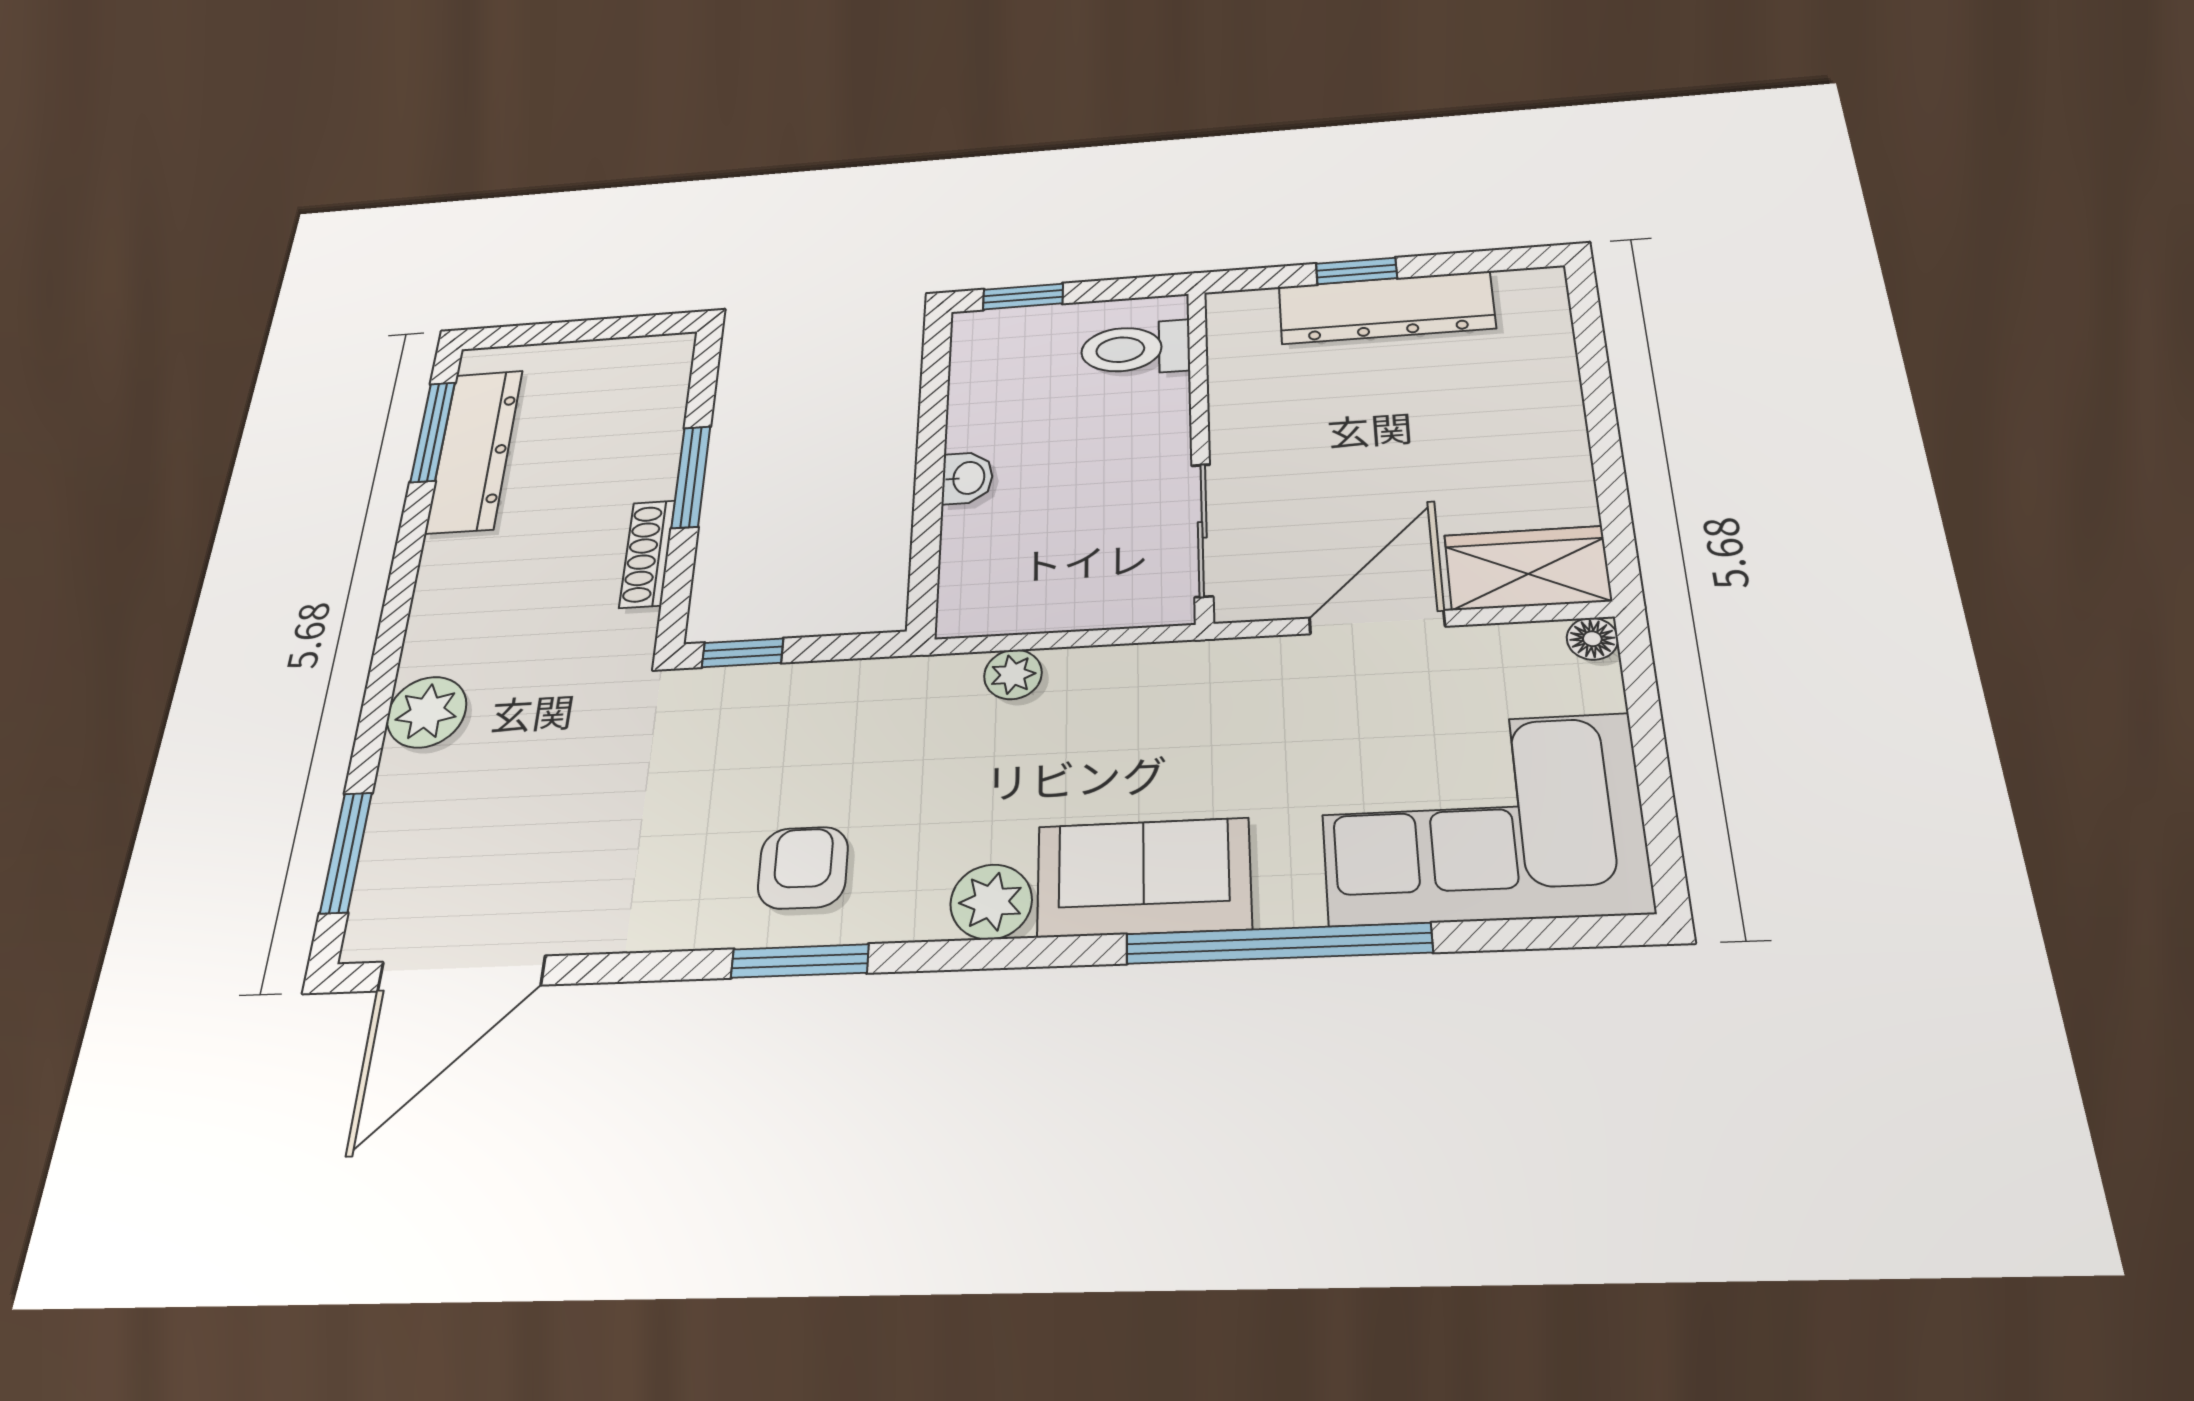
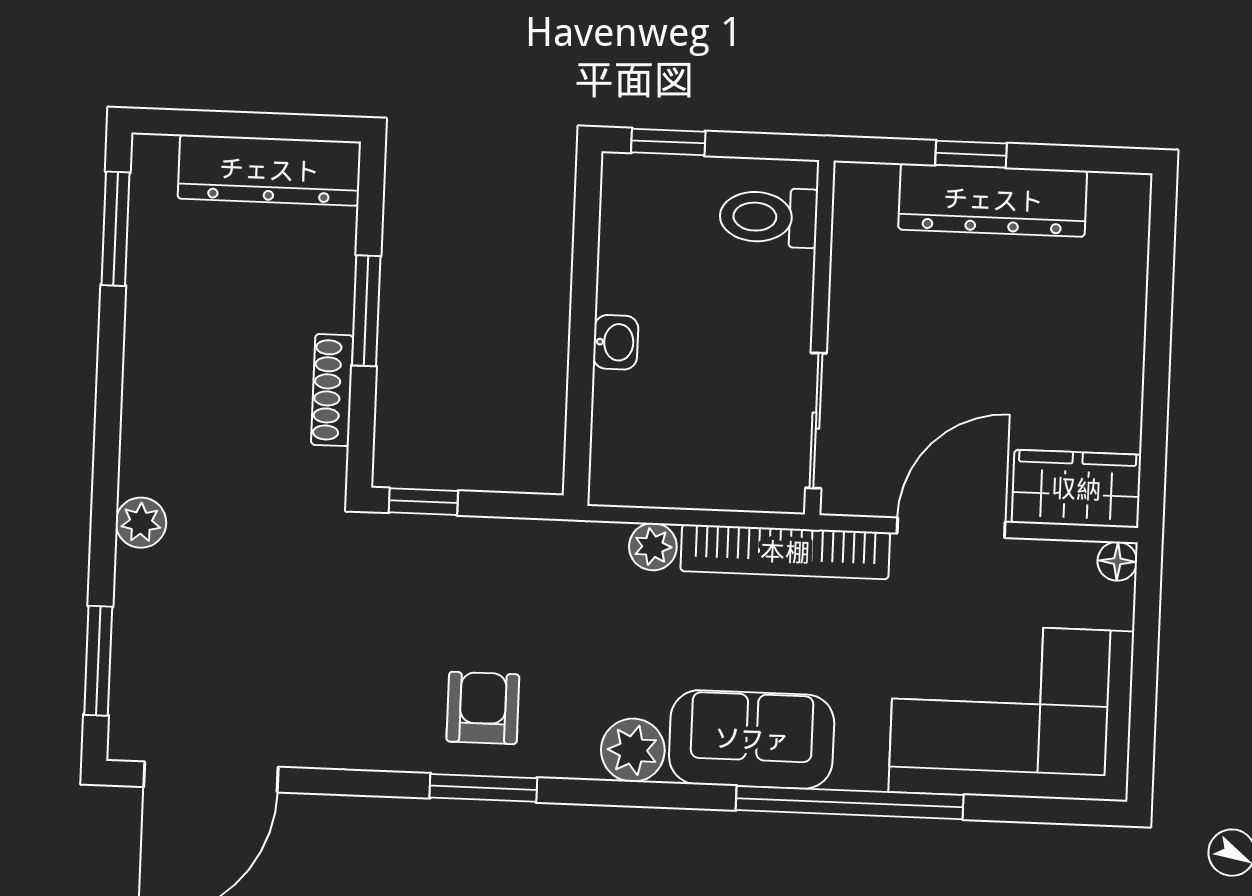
dresser: (474, 451) -> (269, 170), moved, turned 90
bookcase: (1174, 666) -> (785, 552), added
plant: (427, 712) -> (141, 523), width x0.73, depth x0.73

